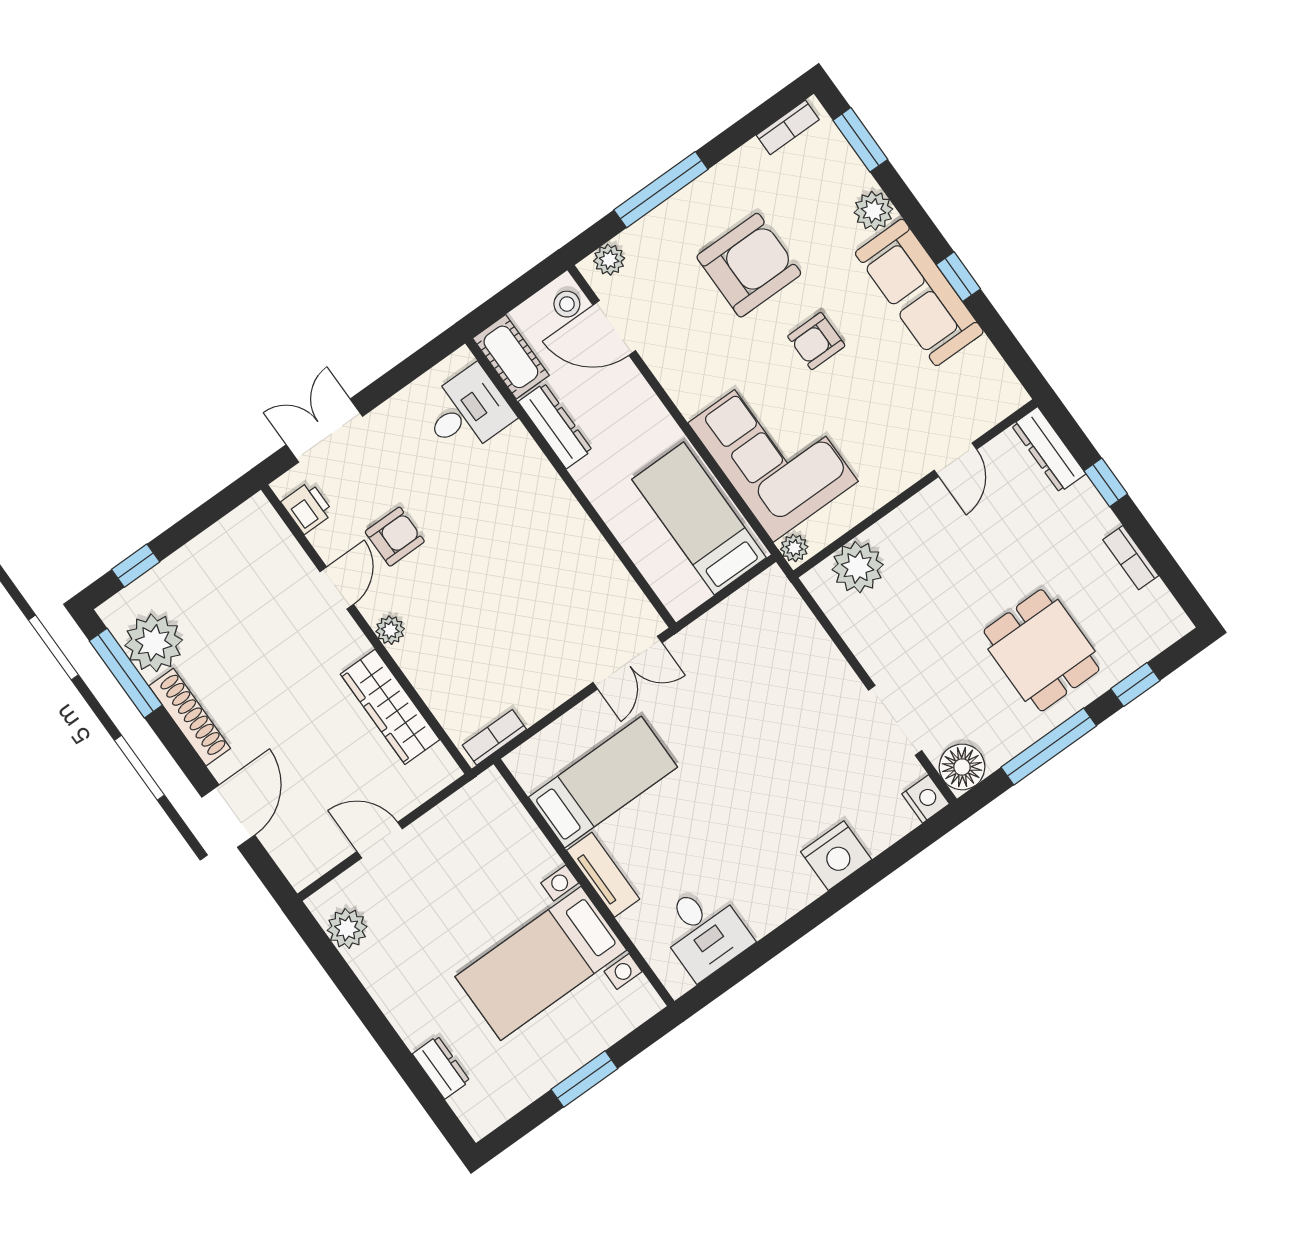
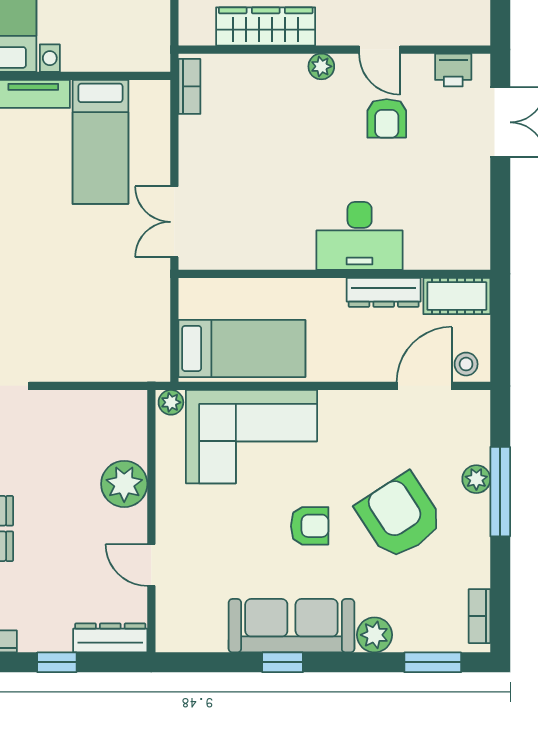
plant: (609, 260) -> (476, 479), moved
armchair: (749, 265) -> (400, 516), turned 147
armchair: (816, 341) -> (310, 526), turned 90
desk: (467, 411) -> (360, 236), moved, width x1.37
plant: (858, 567) -> (124, 484), moved

